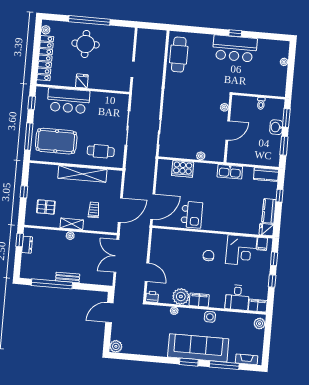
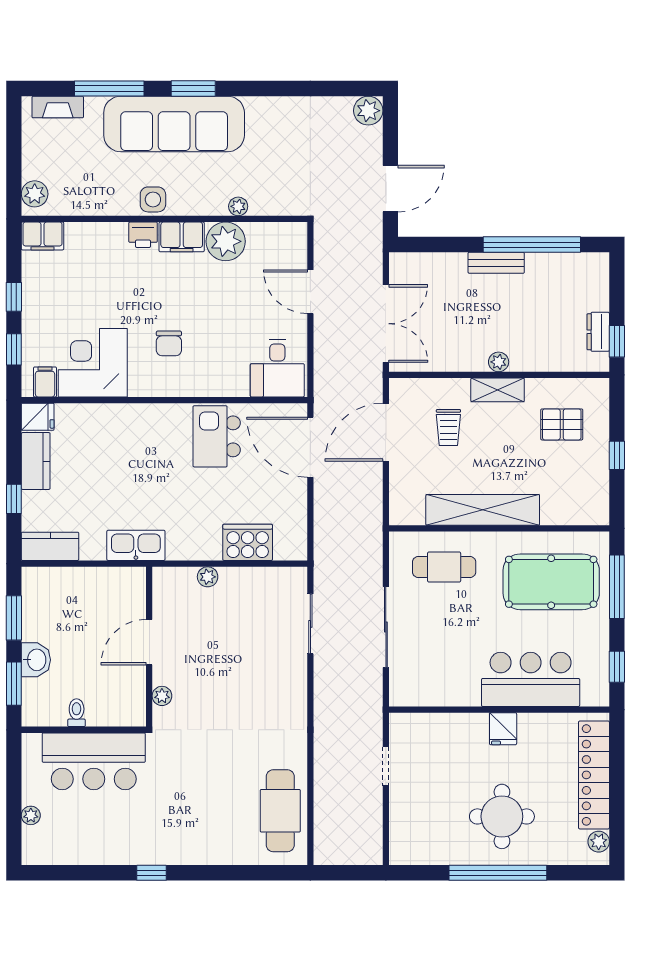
bar counter: (235, 48) -> (94, 761), moved, turned 180
door: (153, 207) -> (310, 447), hinge flipped
printer: (152, 297) -> (143, 235), moved
desk: (237, 297) -> (277, 368), moved, turned 180

